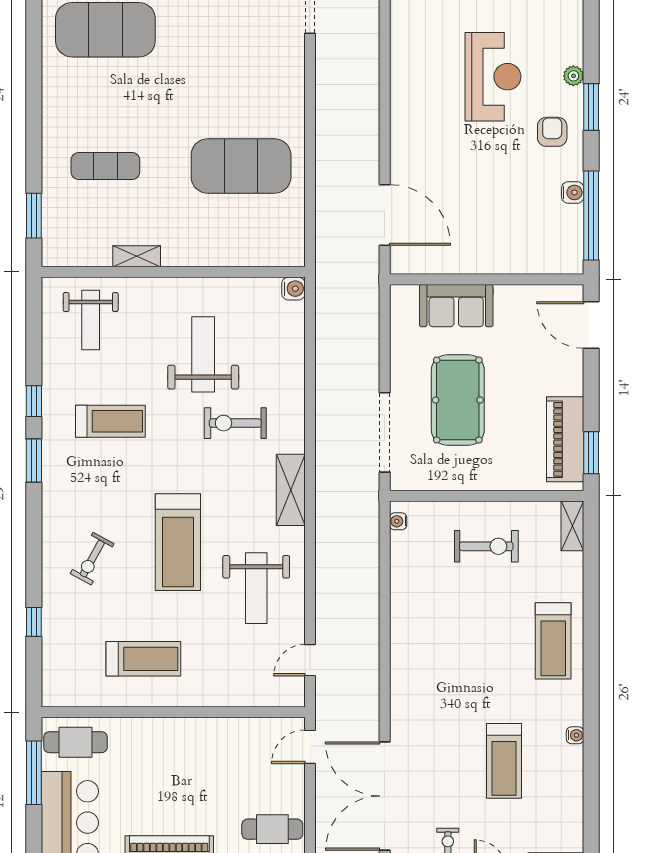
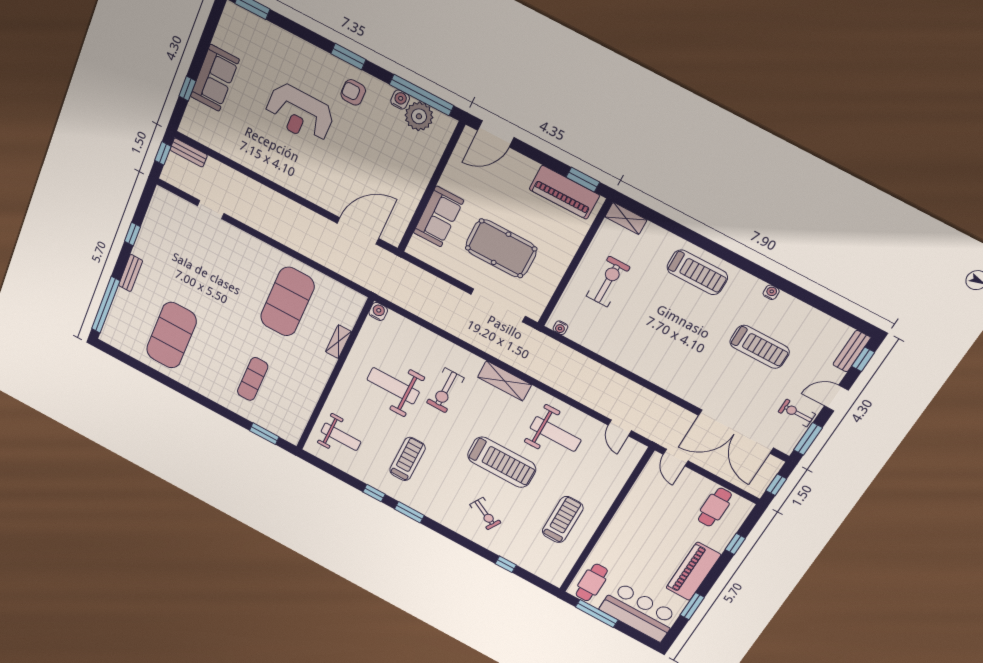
plant: (573, 76) -> (419, 116), moved, width x1.88, depth x1.88
reception desk: (493, 77) -> (300, 113), turned 180
shelving: (137, 256) -> (338, 342), moved

